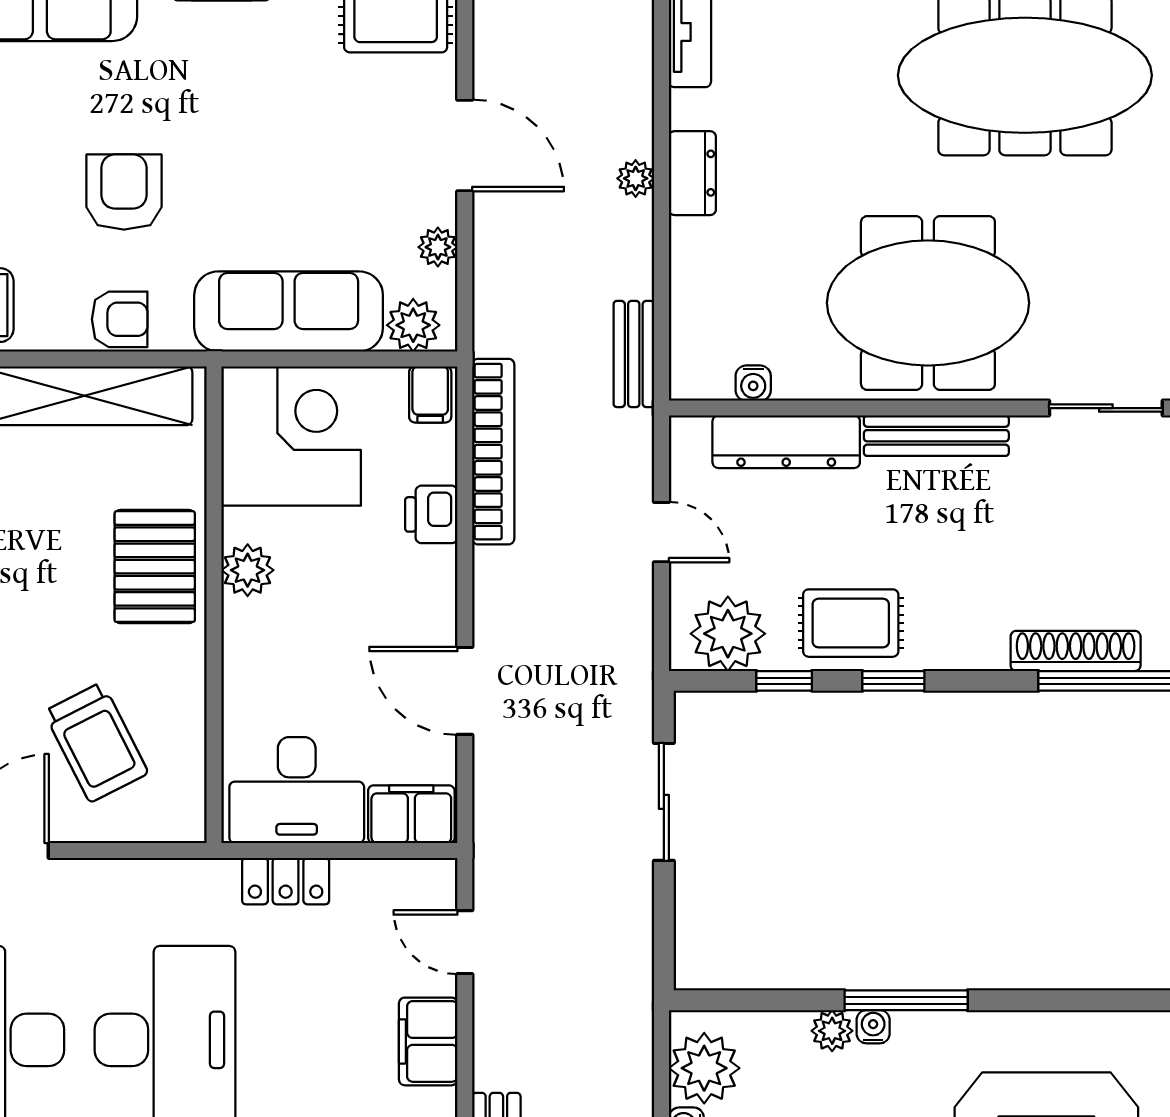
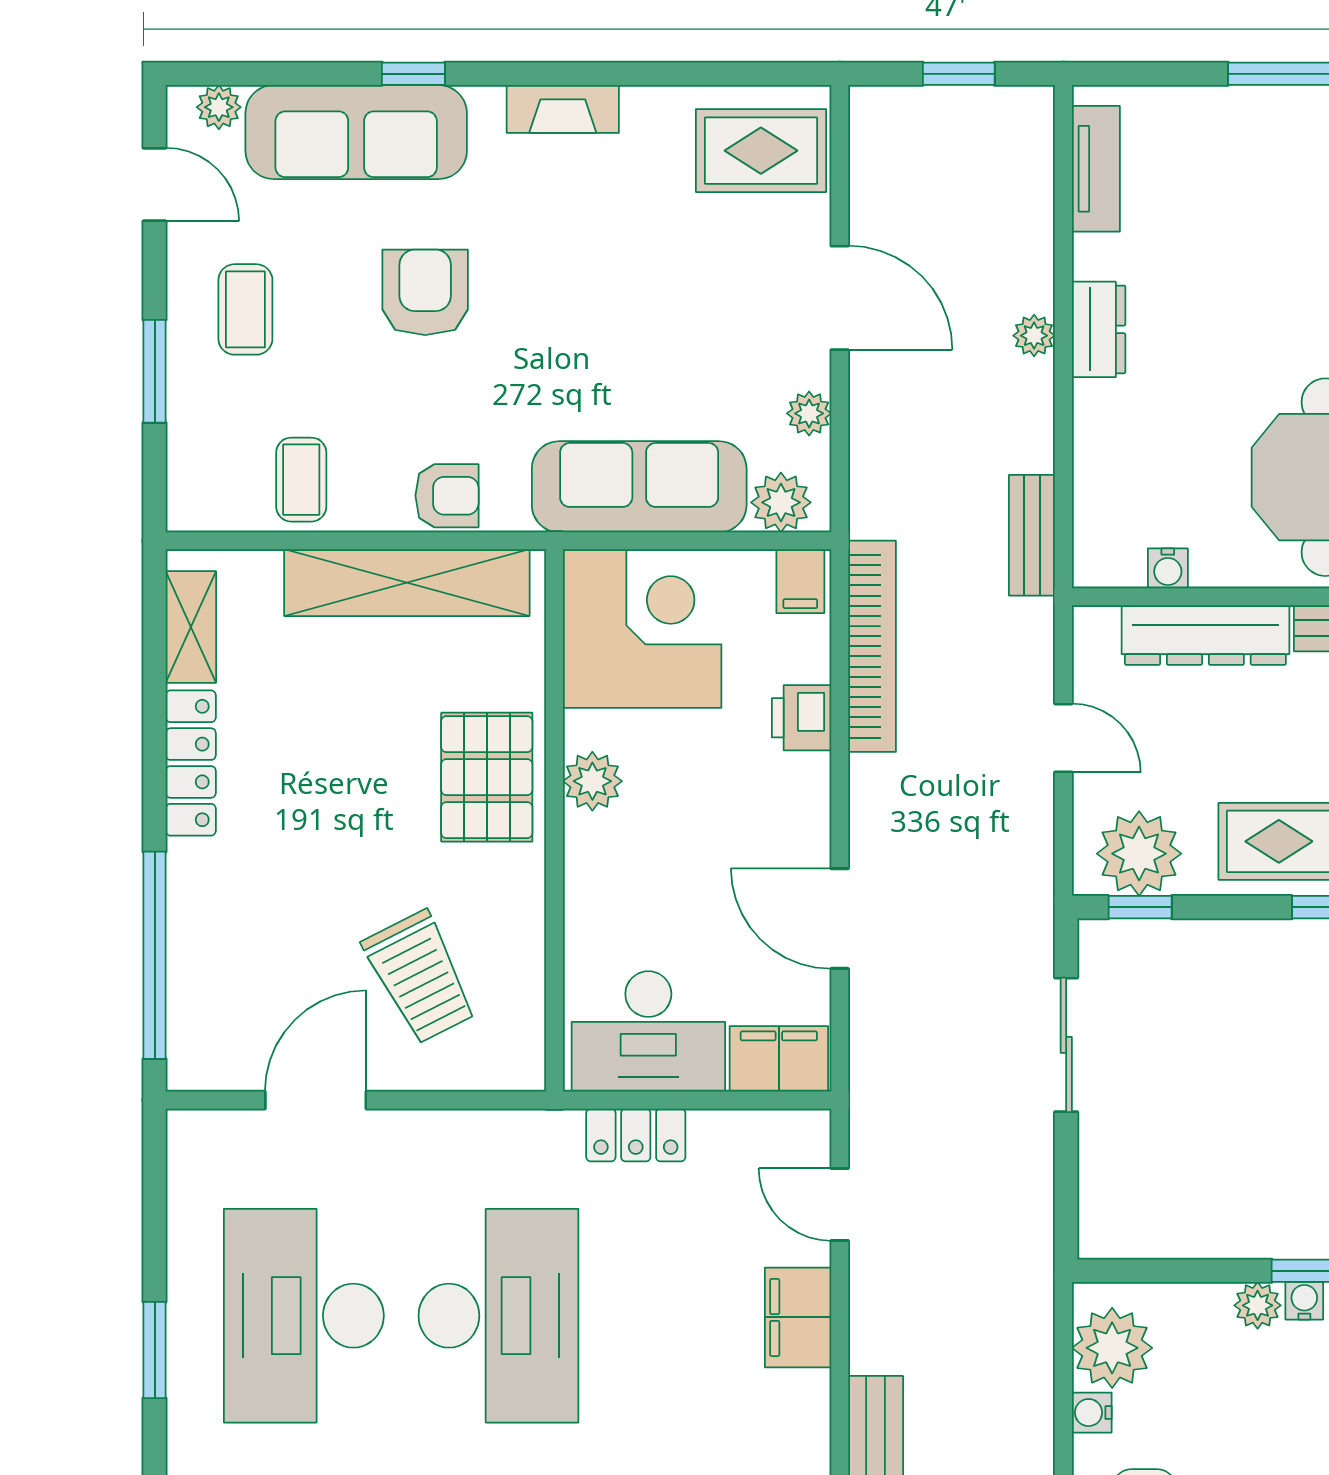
armchair: (124, 192) -> (425, 292), moved
window: (784, 681) -> (1140, 907), moved

